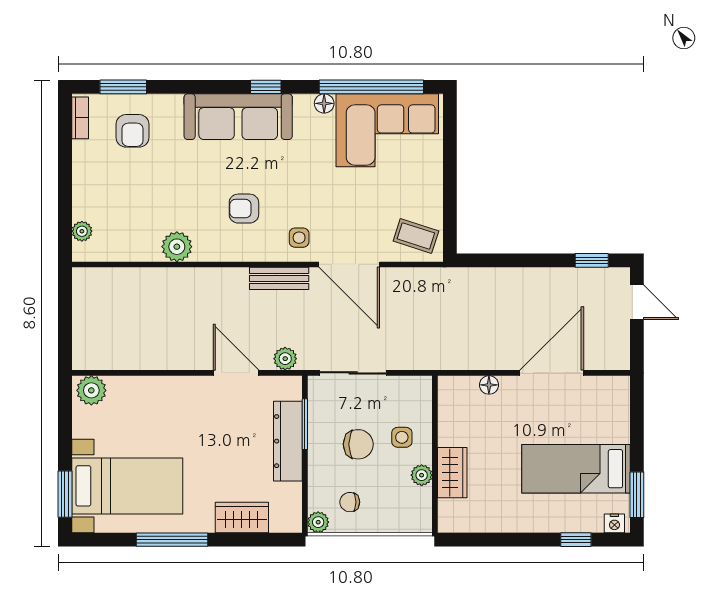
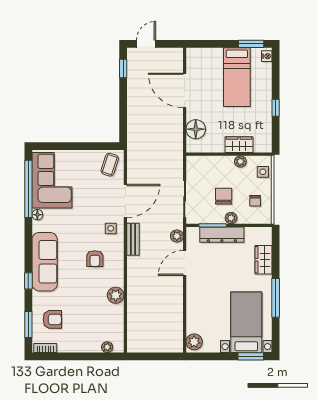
window: (266, 87) -> (28, 281), moved
floor lamp: (489, 385) -> (196, 129), width x1.89, depth x1.89
side table: (402, 437) -> (263, 172), moved
plant: (318, 522) -> (231, 218), moved
window: (576, 540) -> (276, 108), moved

